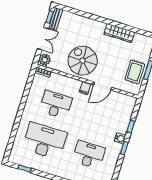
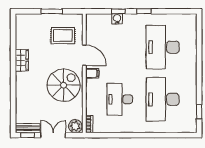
wardrobe: (119, 33) -> (22, 60), width x0.67
spiral stairs: (83, 61) -> (64, 85), turned 180
rug: (135, 72) -> (63, 36), moved
water cooler: (120, 138) -> (117, 19), moved
desk: (89, 155) -> (163, 47), width x1.36, depth x1.30

